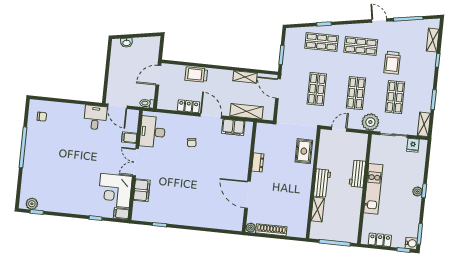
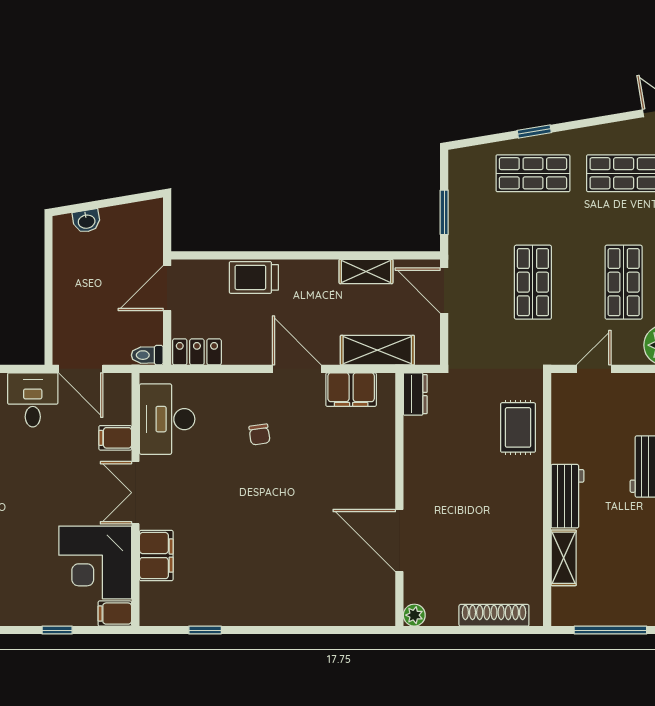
locker: (188, 106) -> (197, 352), moved
dresser: (258, 162) -> (415, 394), moved
shoe rack: (271, 230) -> (494, 615), moved

